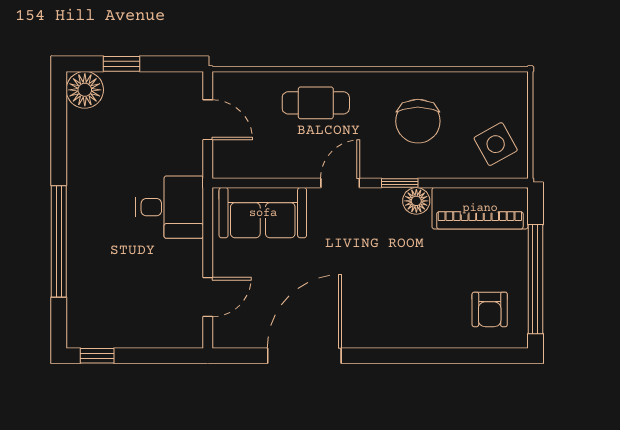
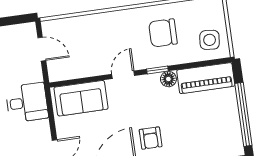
cafe table: (316, 103) -> (103, 31), removed
chair: (418, 121) -> (163, 33), turned 90
side table: (496, 144) -> (210, 40), turned 35
armchair: (490, 309) -> (151, 138), moved

